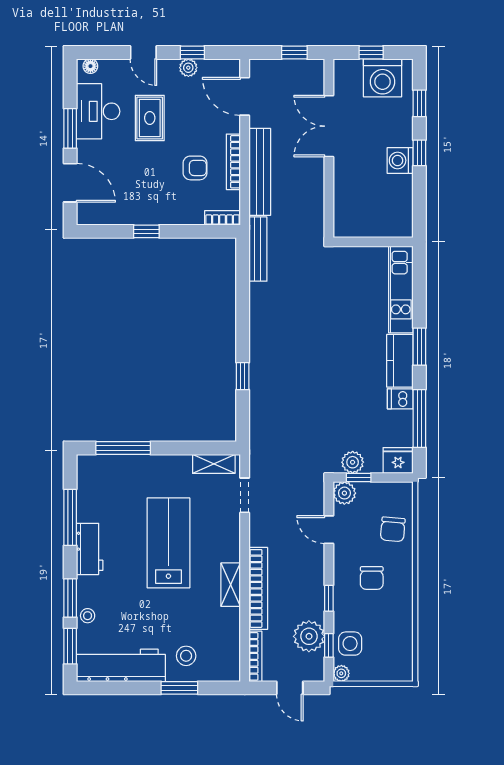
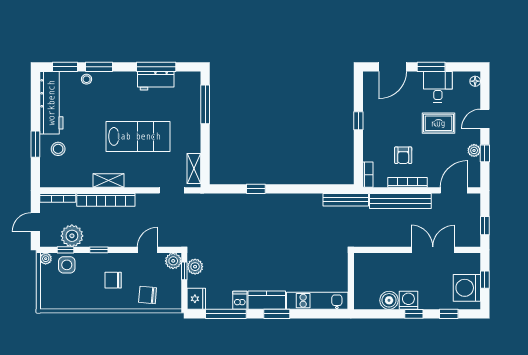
desk: (98, 111) -> (438, 87), width x0.73
boiler: (400, 188) -> (389, 300), added
workbench: (90, 549) -> (156, 81), moved

